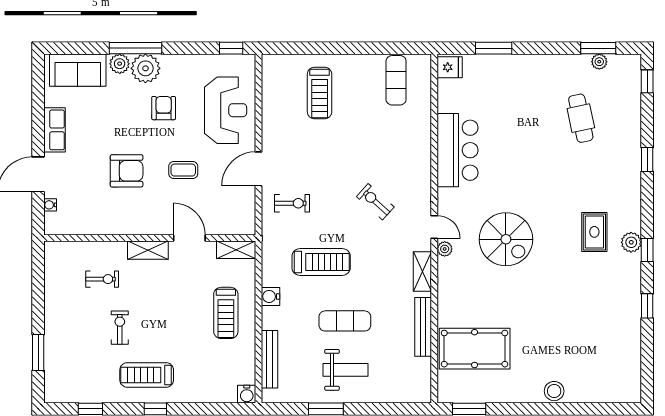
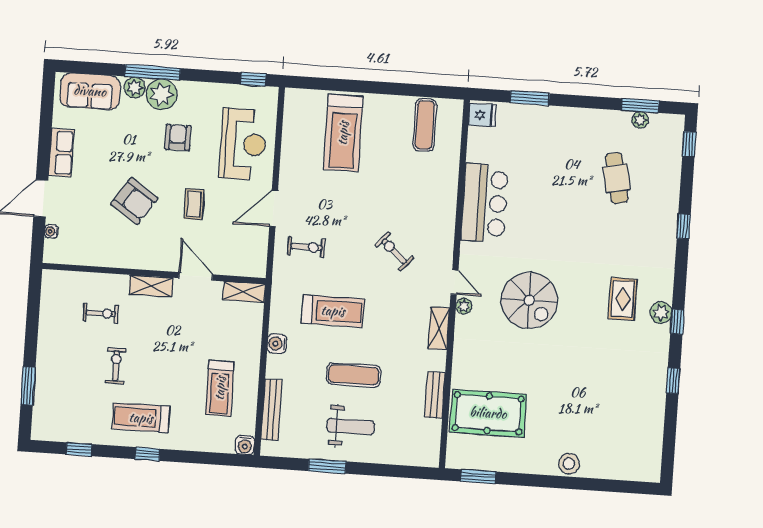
treadmill: (320, 93) -> (343, 133), width x1.37, depth x1.38
coffee table: (183, 170) -> (194, 204), turned 90
armchair: (127, 171) -> (134, 201), turned 34
treadmill: (226, 313) -> (220, 388), moved
bench: (423, 327) -> (435, 395), width x0.73

